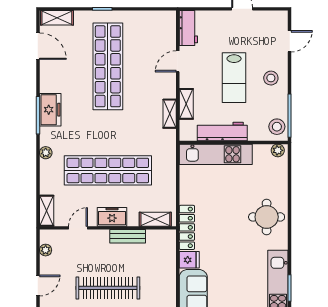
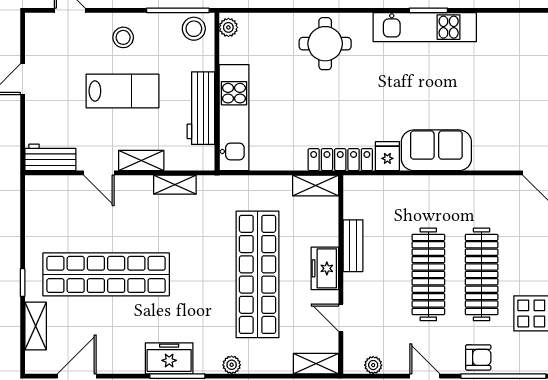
shelving: (57, 18) -> (36, 326), moved
shelving: (186, 104) -> (141, 160), moved
shelving: (155, 219) -> (316, 185), moved, turned 90

